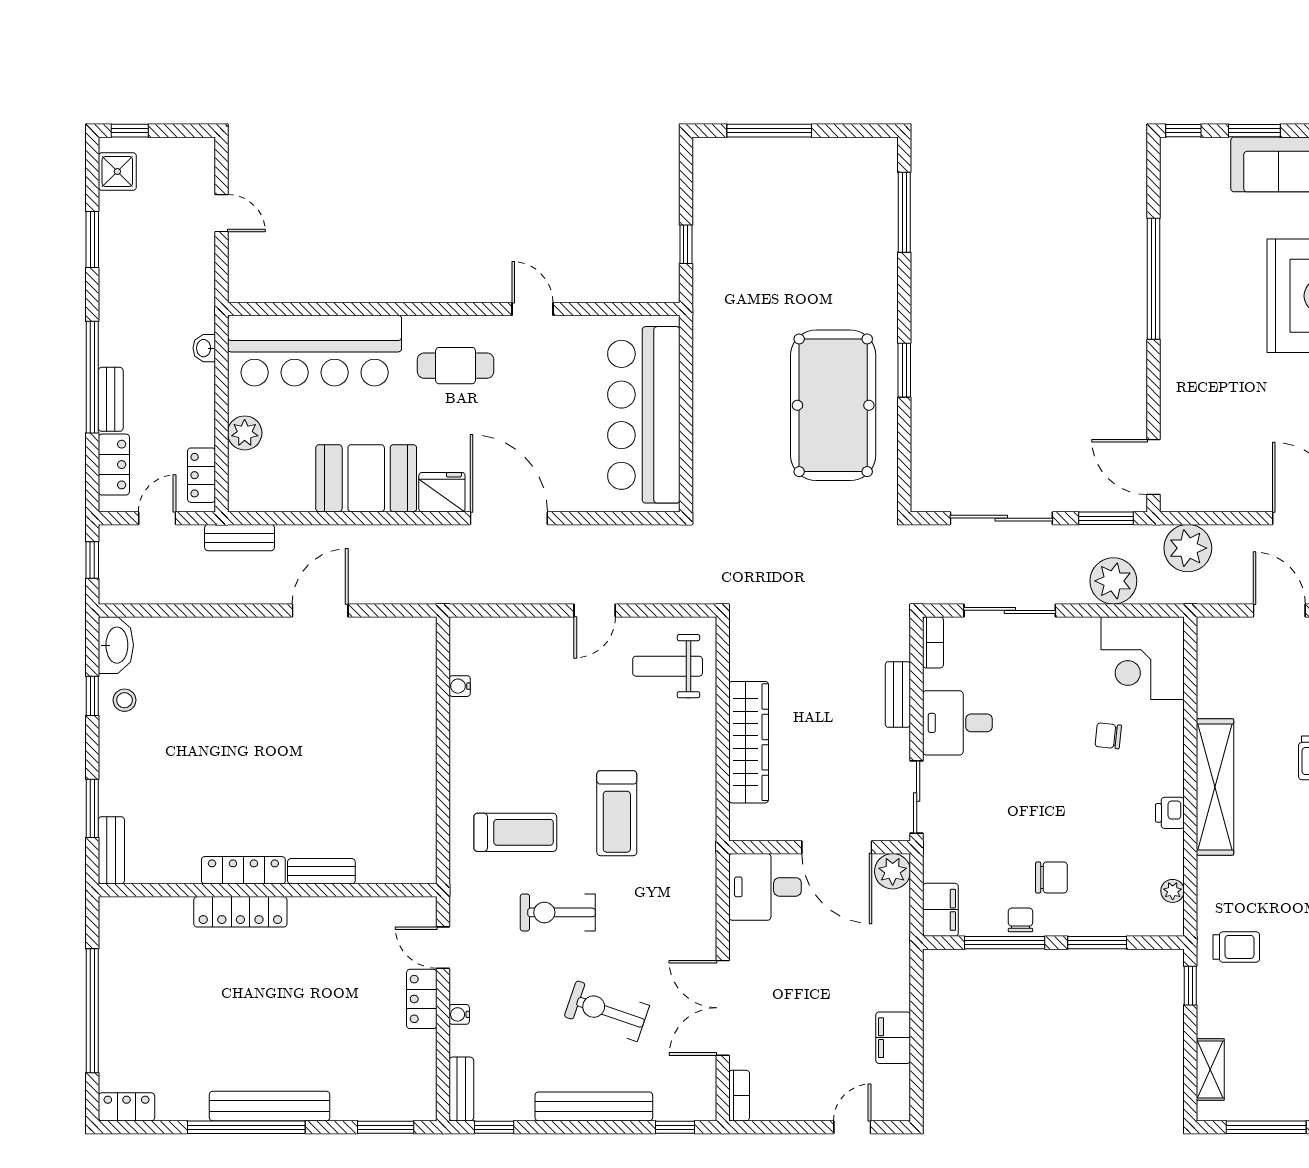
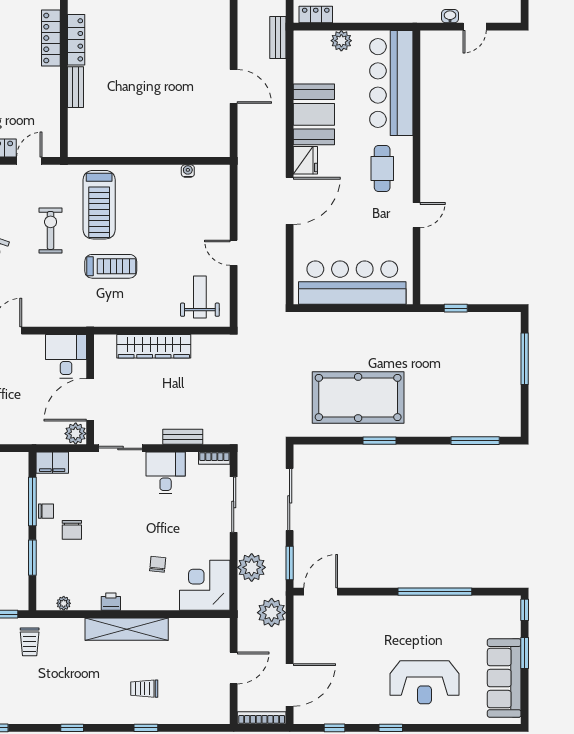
washbasin: (204, 348) -> (450, 16), moved
treadmill: (617, 813) -> (111, 266), turned 180
treadmill: (515, 832) -> (99, 205), width x1.37, depth x1.38

